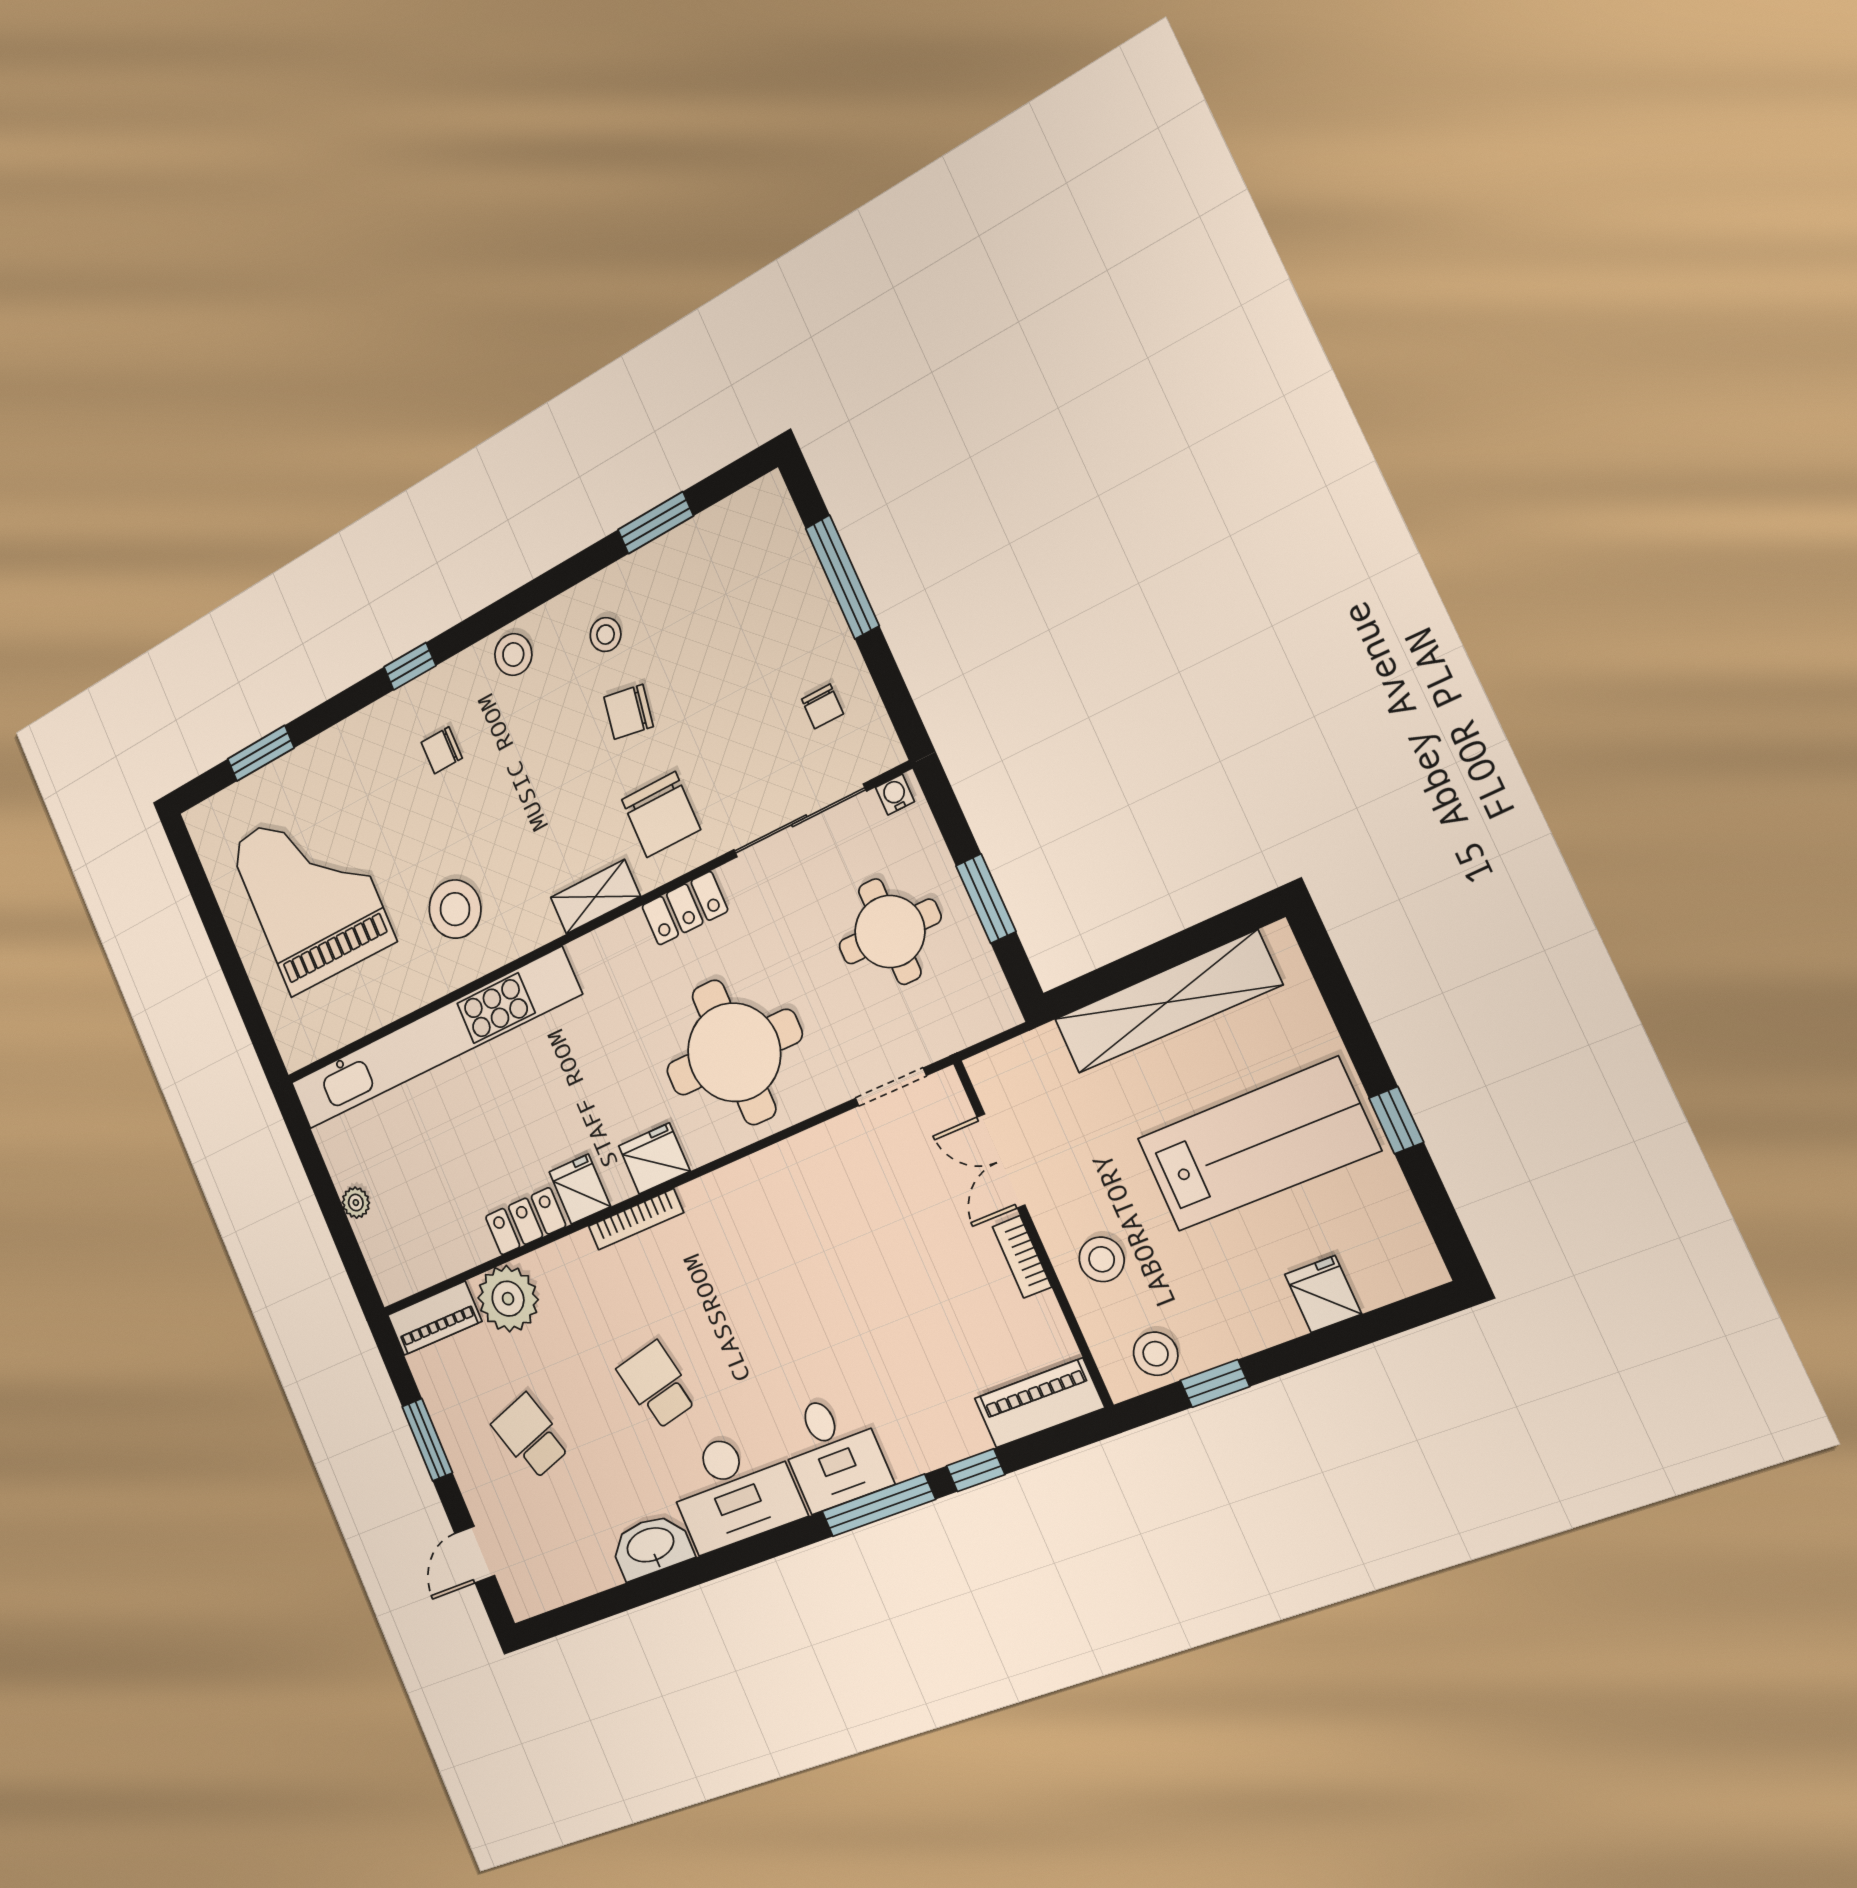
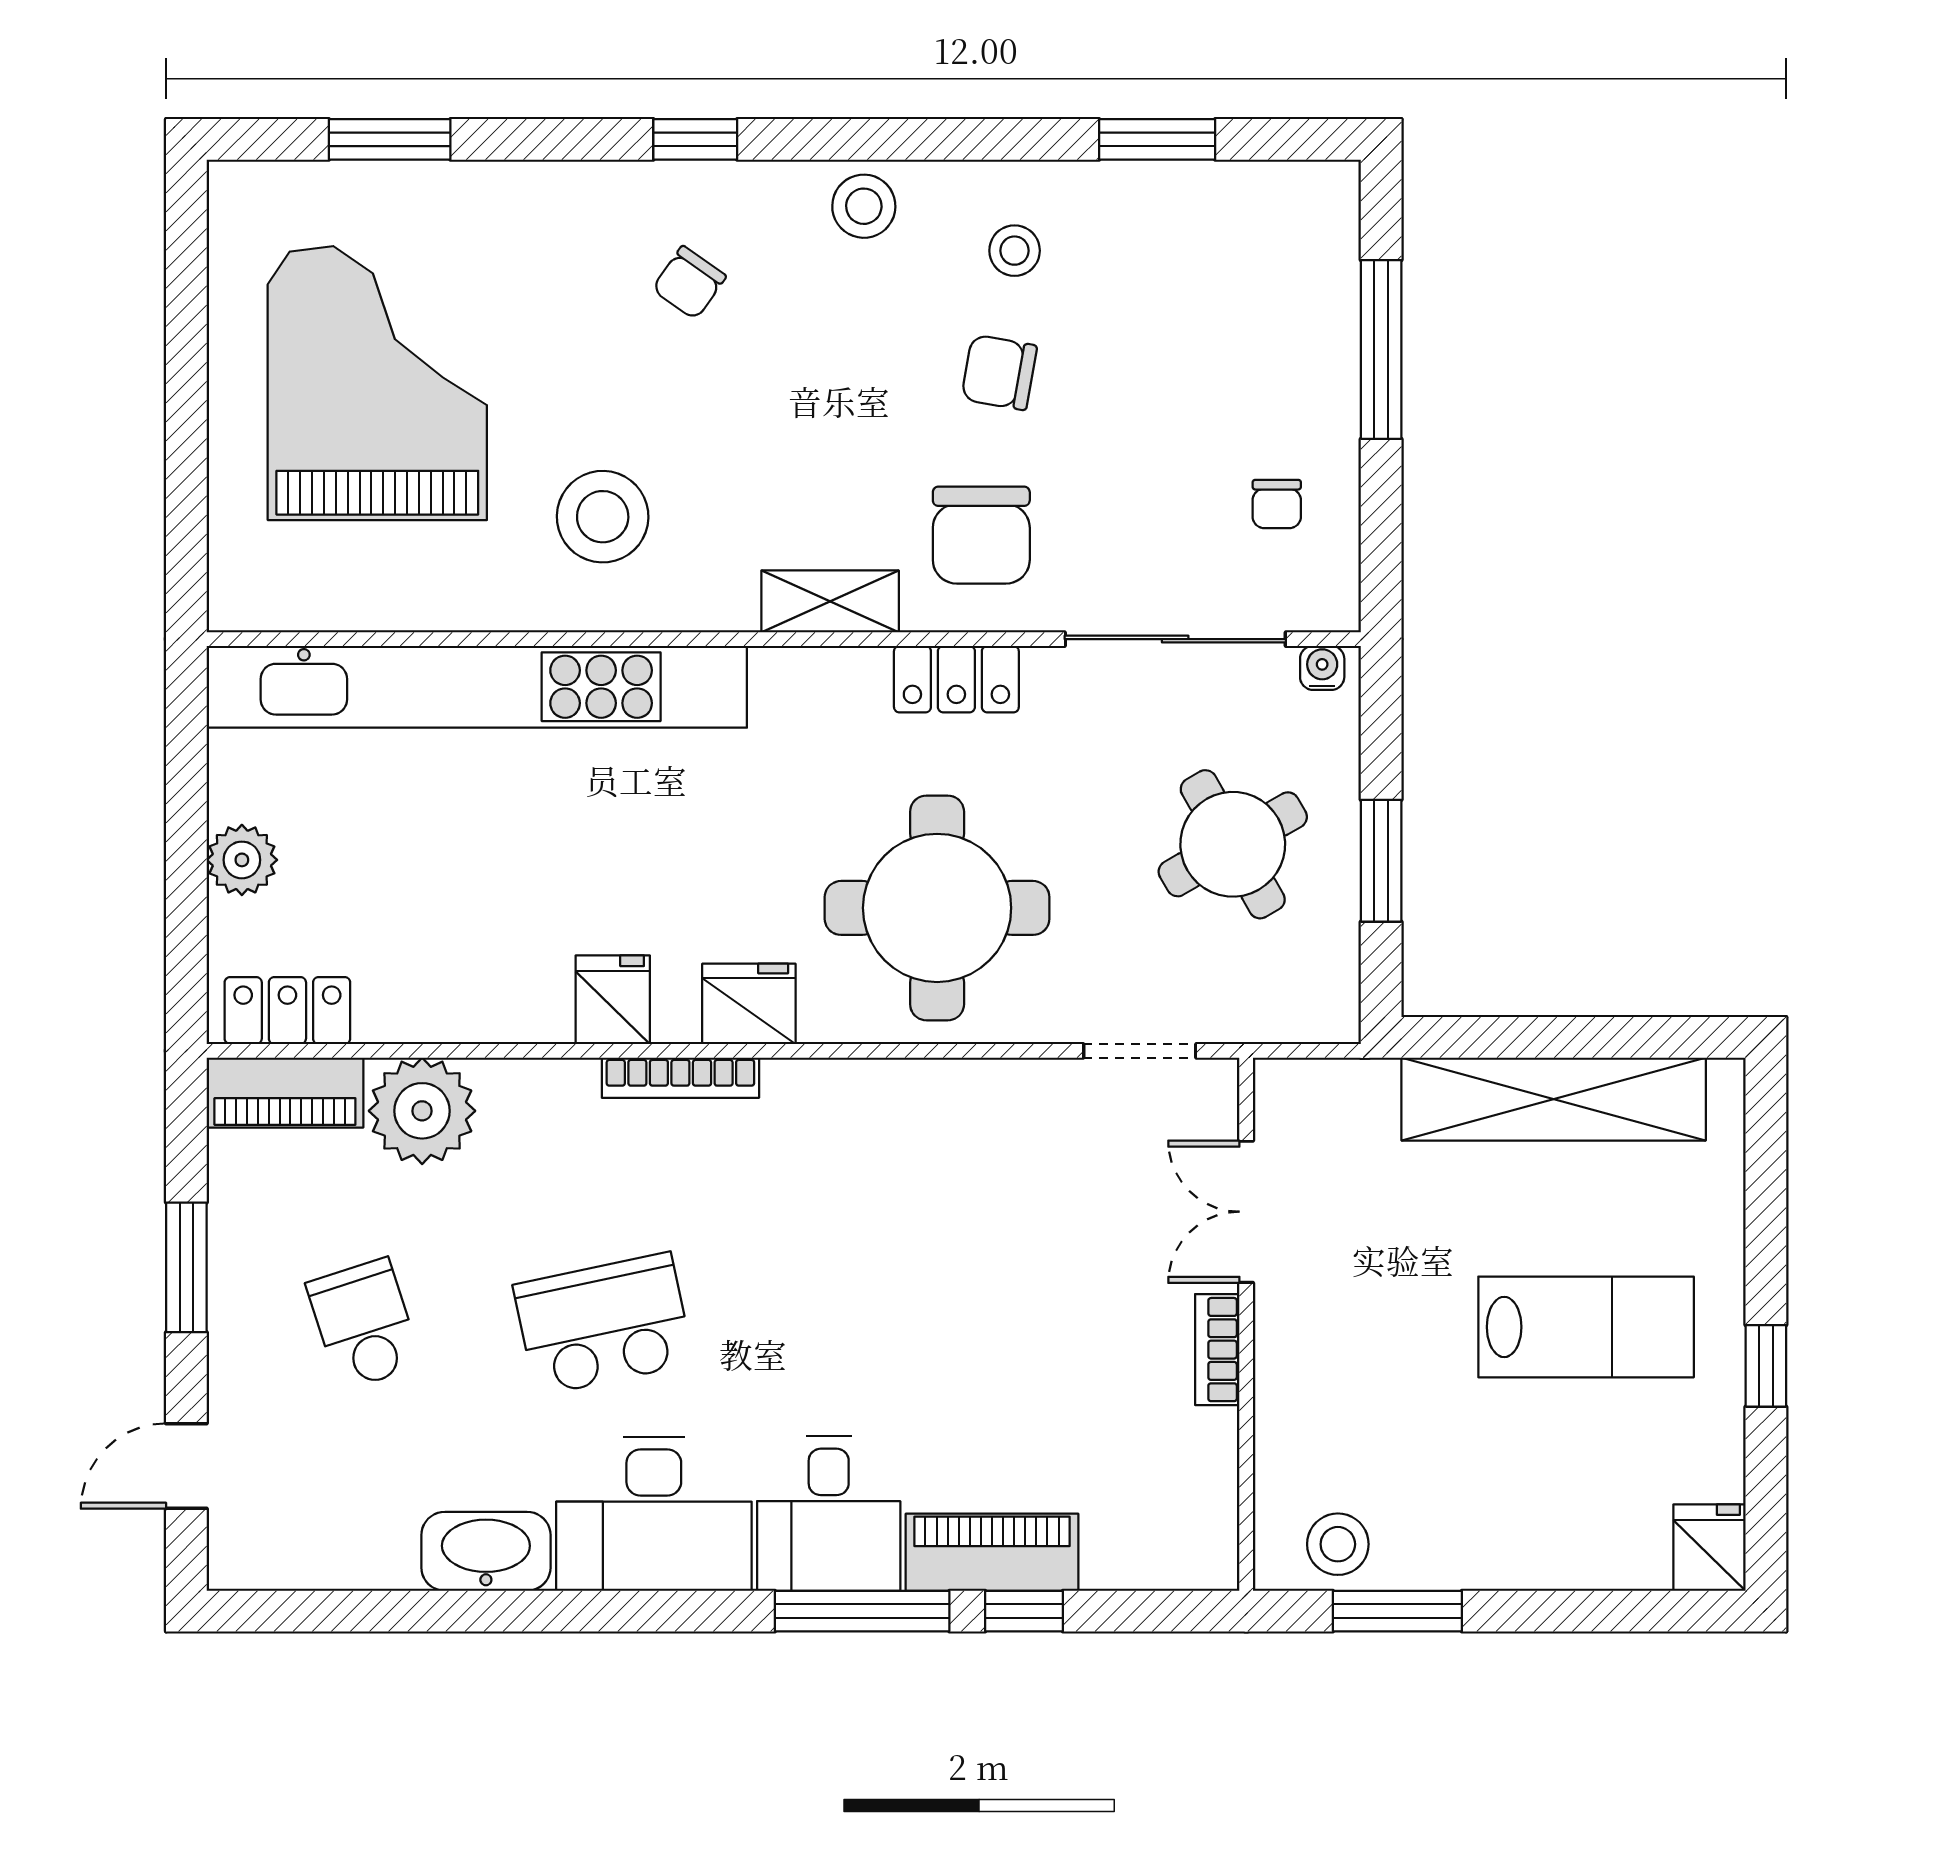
chair: (442, 750) -> (689, 283), turned -55
round table: (890, 932) -> (1233, 844), turned -30
lab bench: (1257, 1145) -> (1586, 1327), width x0.73, depth x0.72
plant: (356, 1203) -> (242, 860), width x1.38, depth x1.38
locker: (525, 1221) -> (287, 1011), moved
stool: (1102, 1259) -> (1322, 1394), removed
fridge: (1323, 1294) -> (1710, 1548), moved
window: (1215, 1384) -> (1397, 1611), width x1.50
school desk: (657, 1385) -> (603, 1324), width x1.85
piano: (1039, 1403) -> (992, 1552), moved

